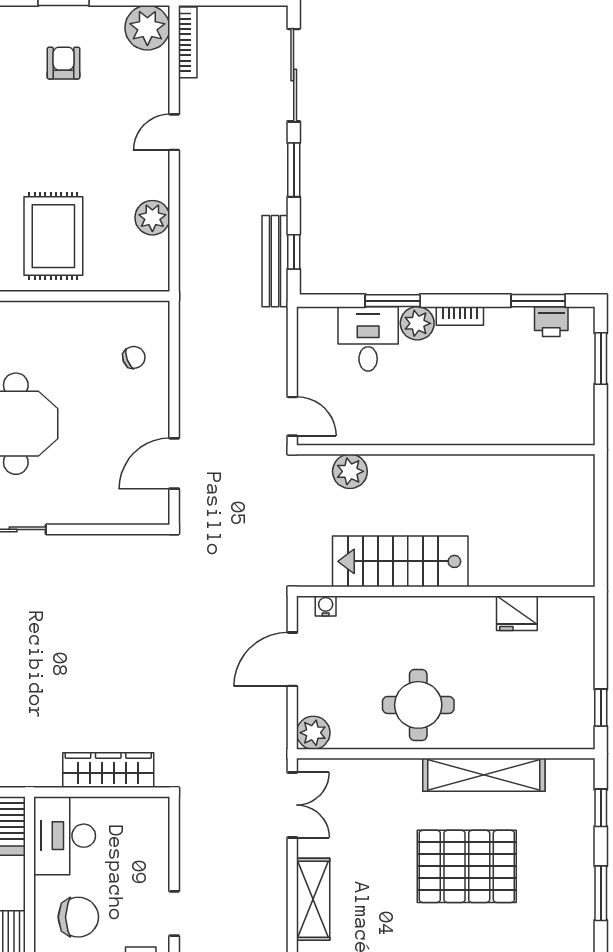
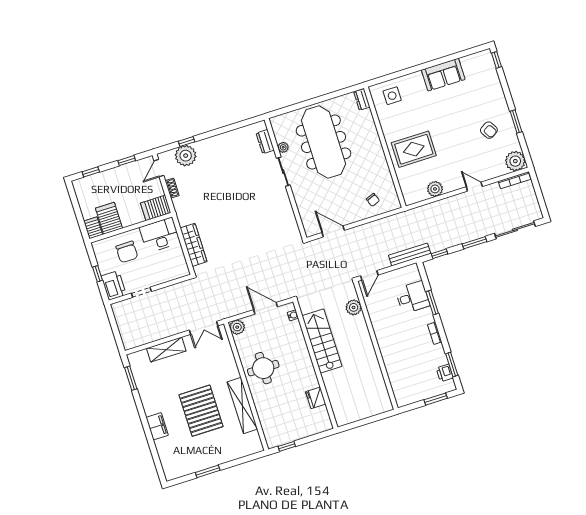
armchair: (63, 63) -> (489, 130), turned 59
bench: (275, 261) -> (410, 254), moved
plant: (417, 323) -> (426, 316), removed
window: (601, 808) -> (244, 460), removed

